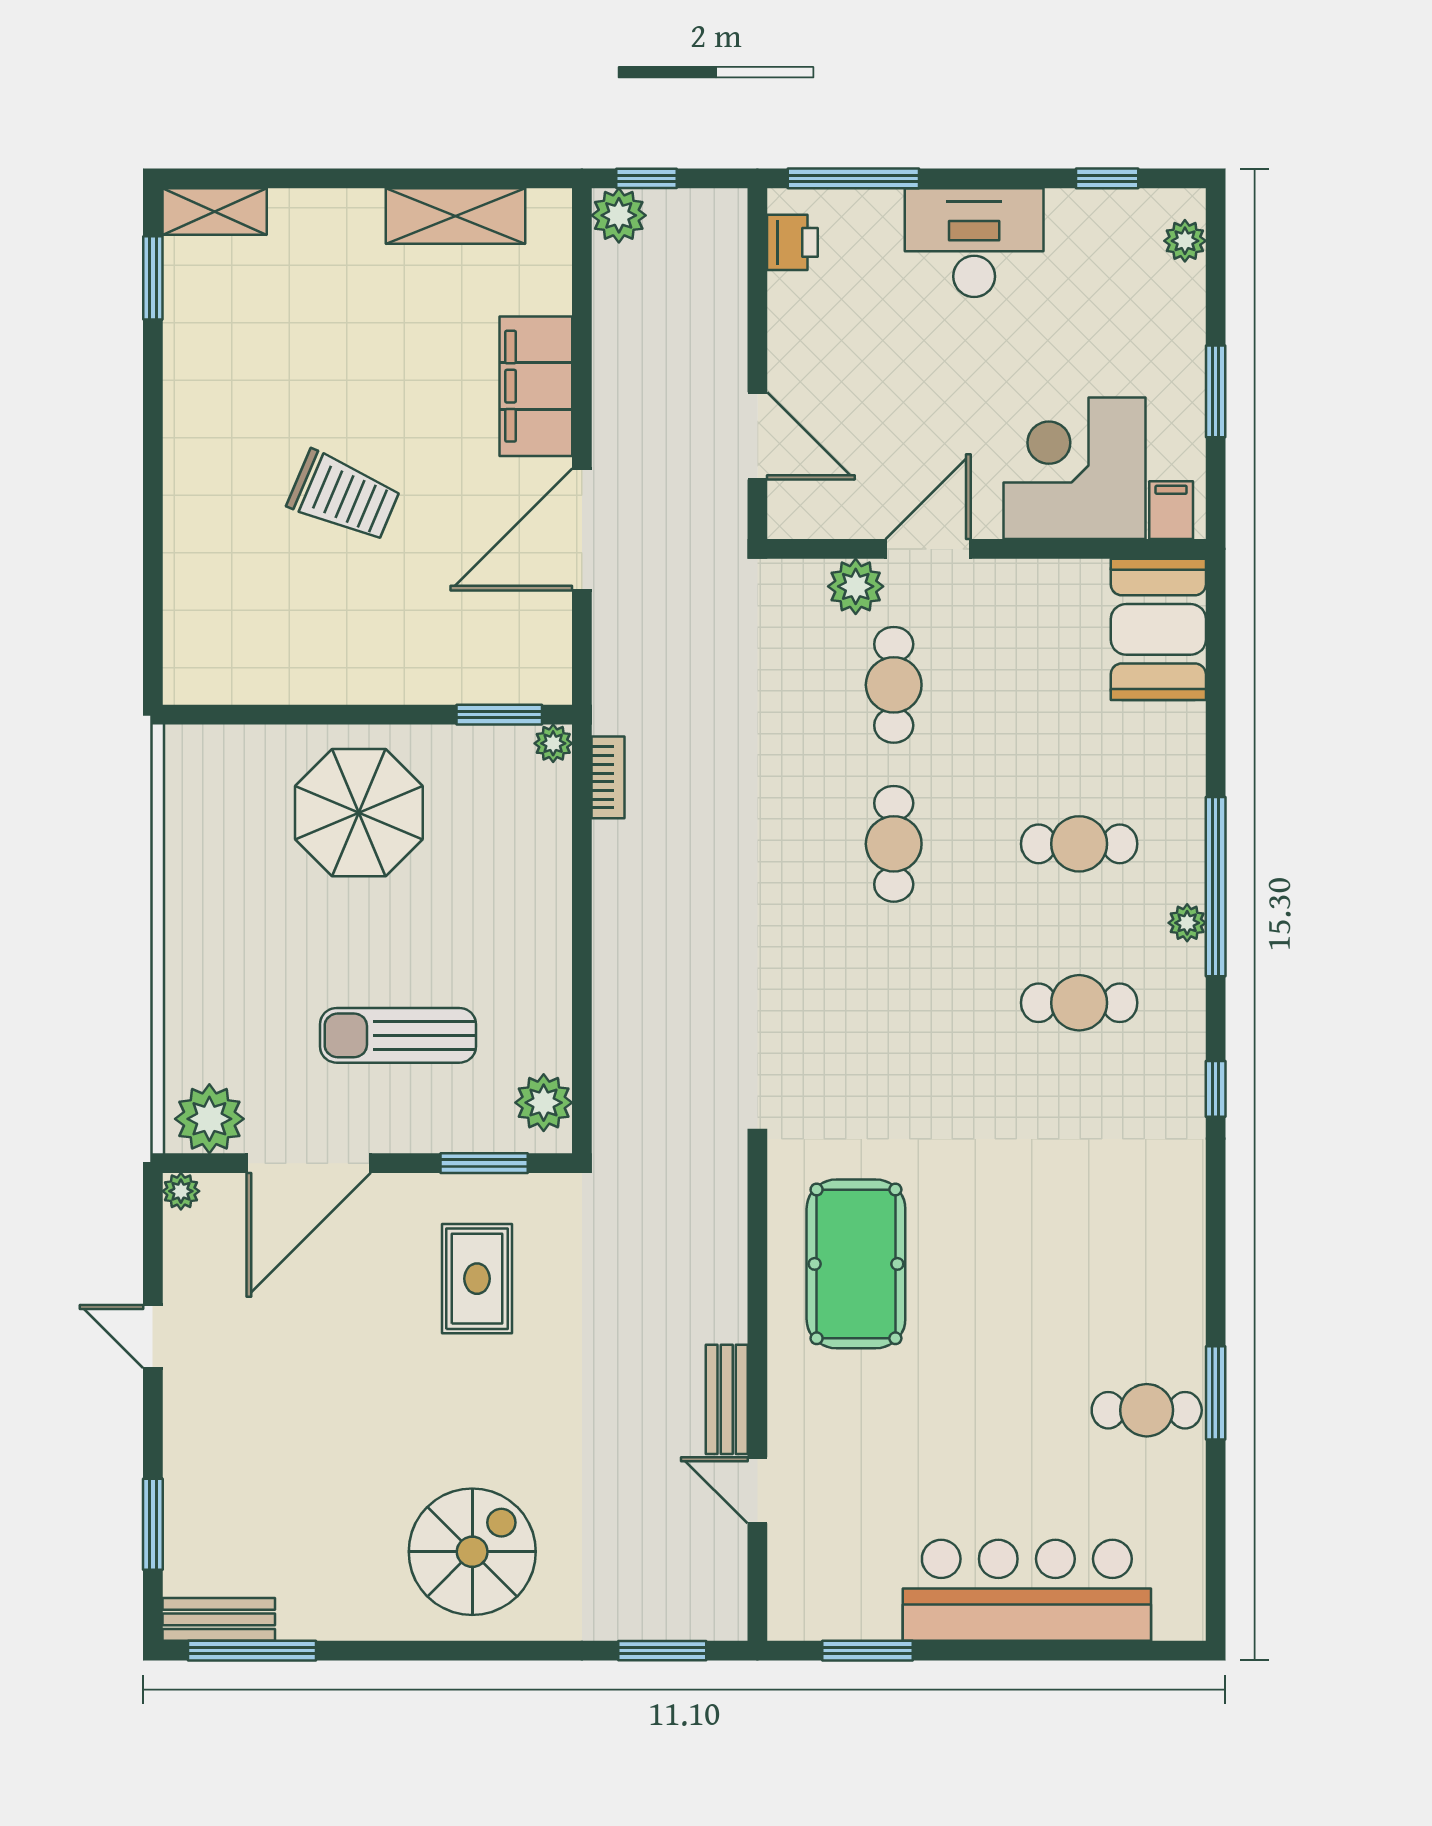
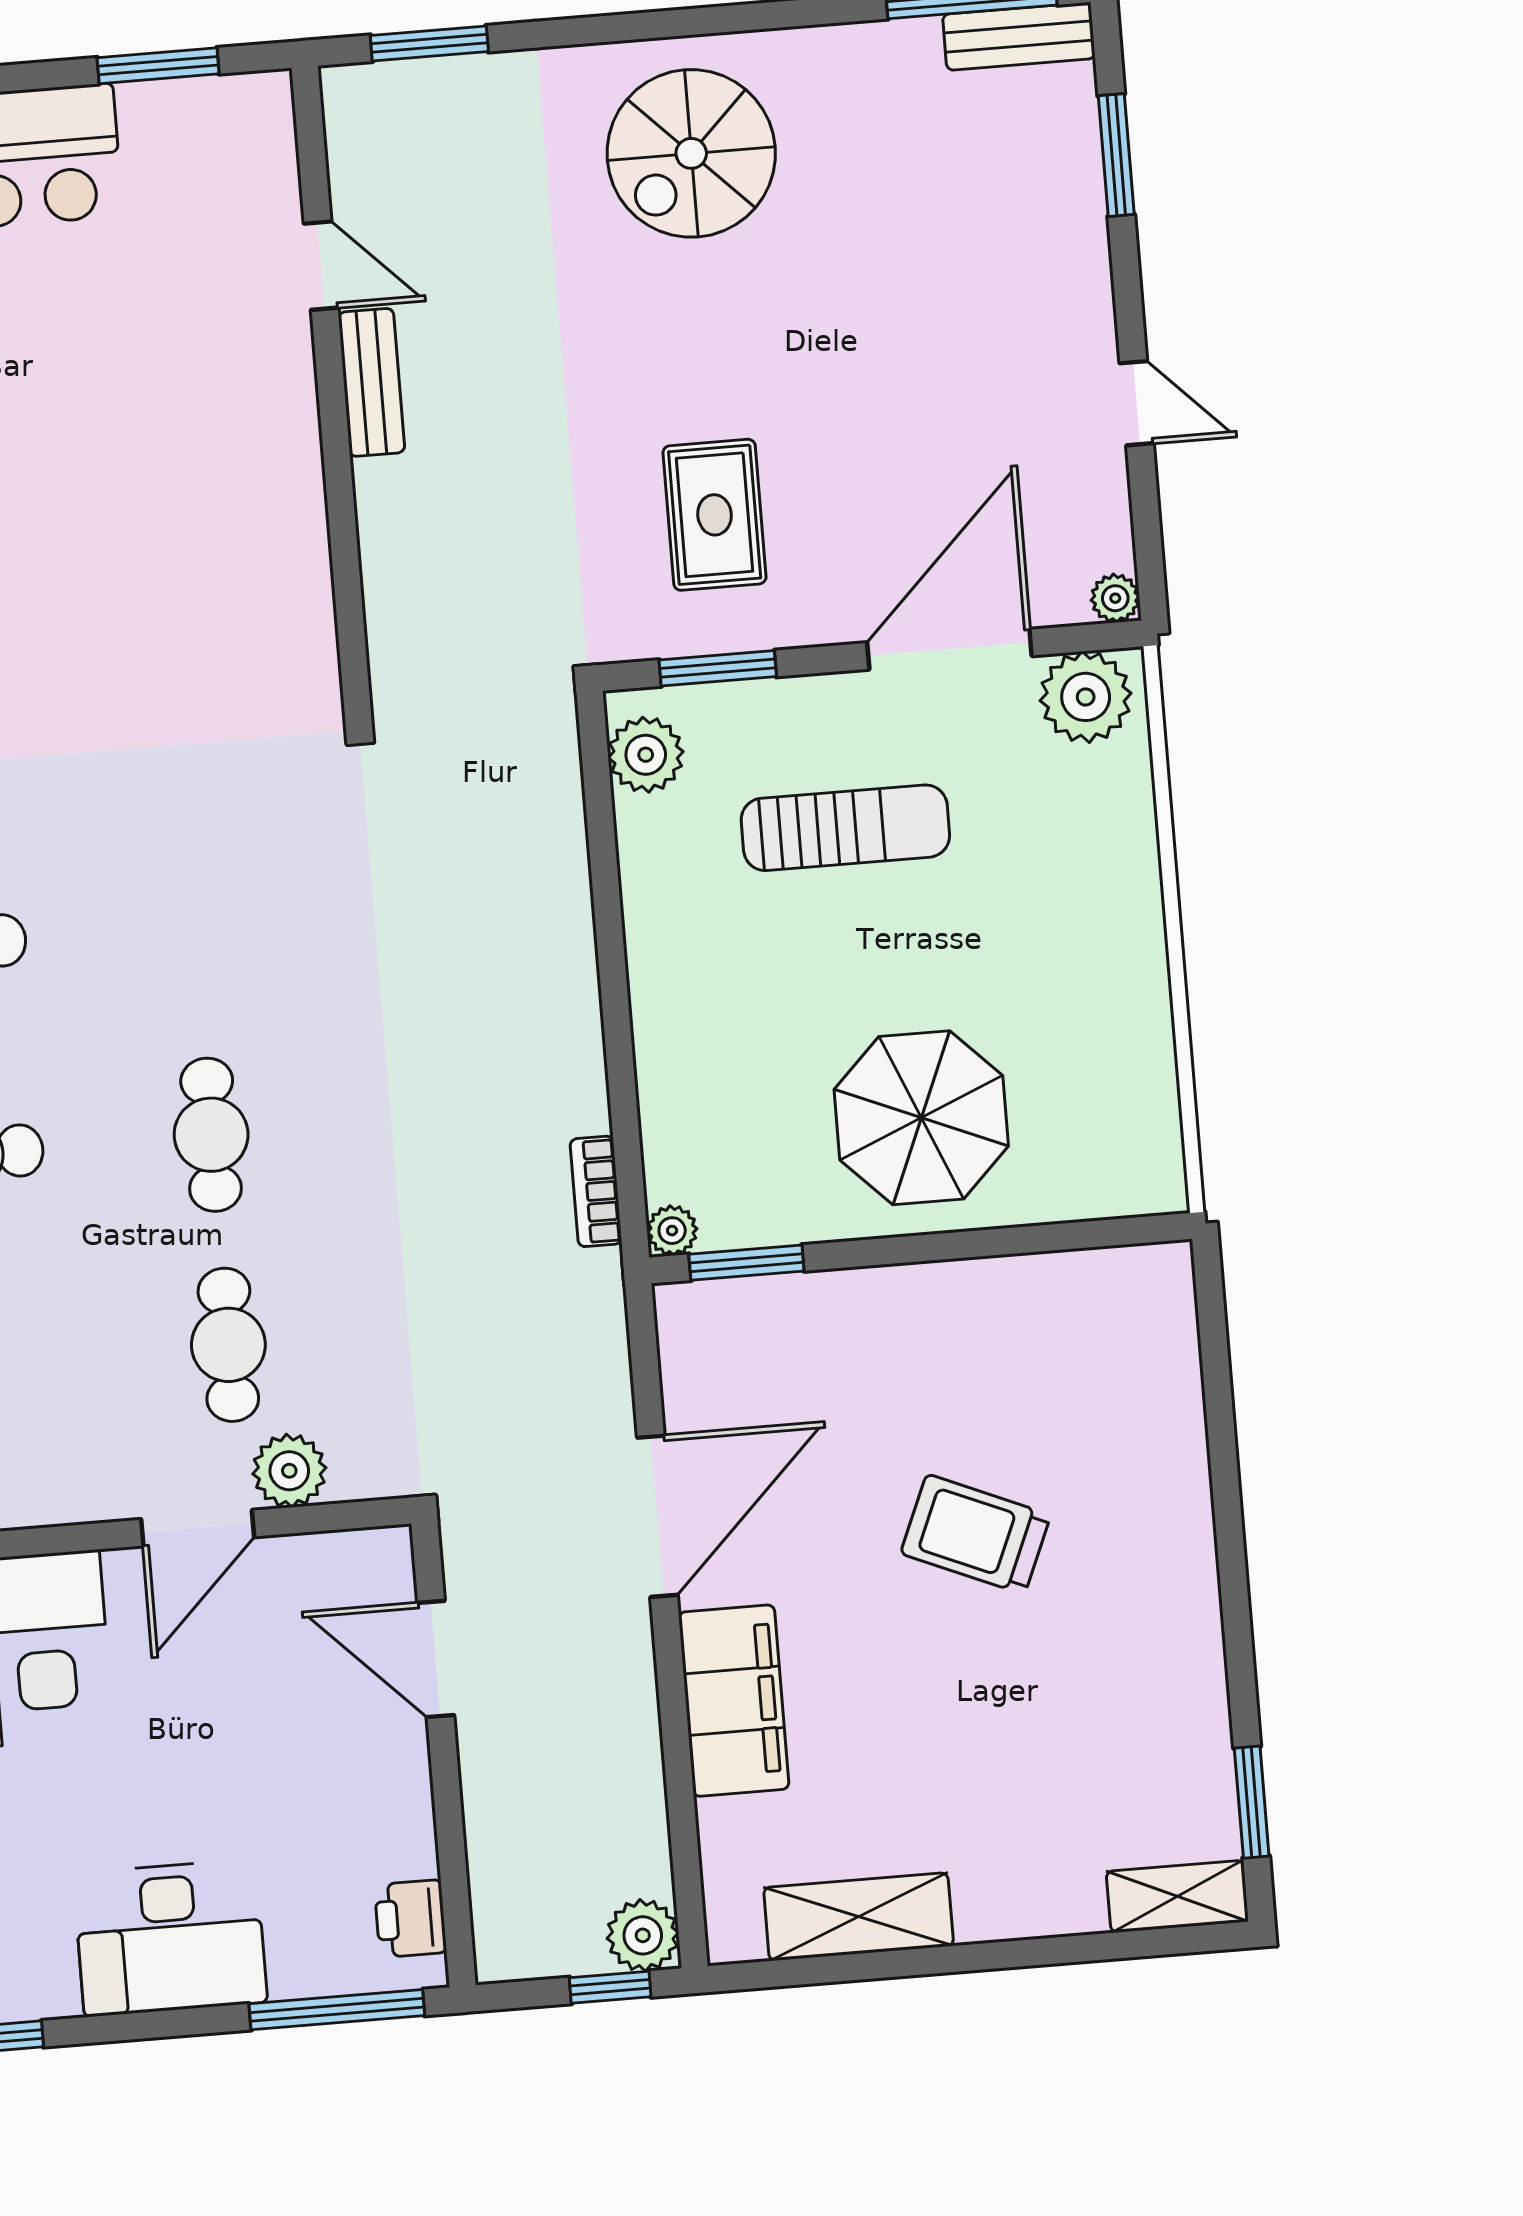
pool table: (856, 1264) -> (215, 575), removed

